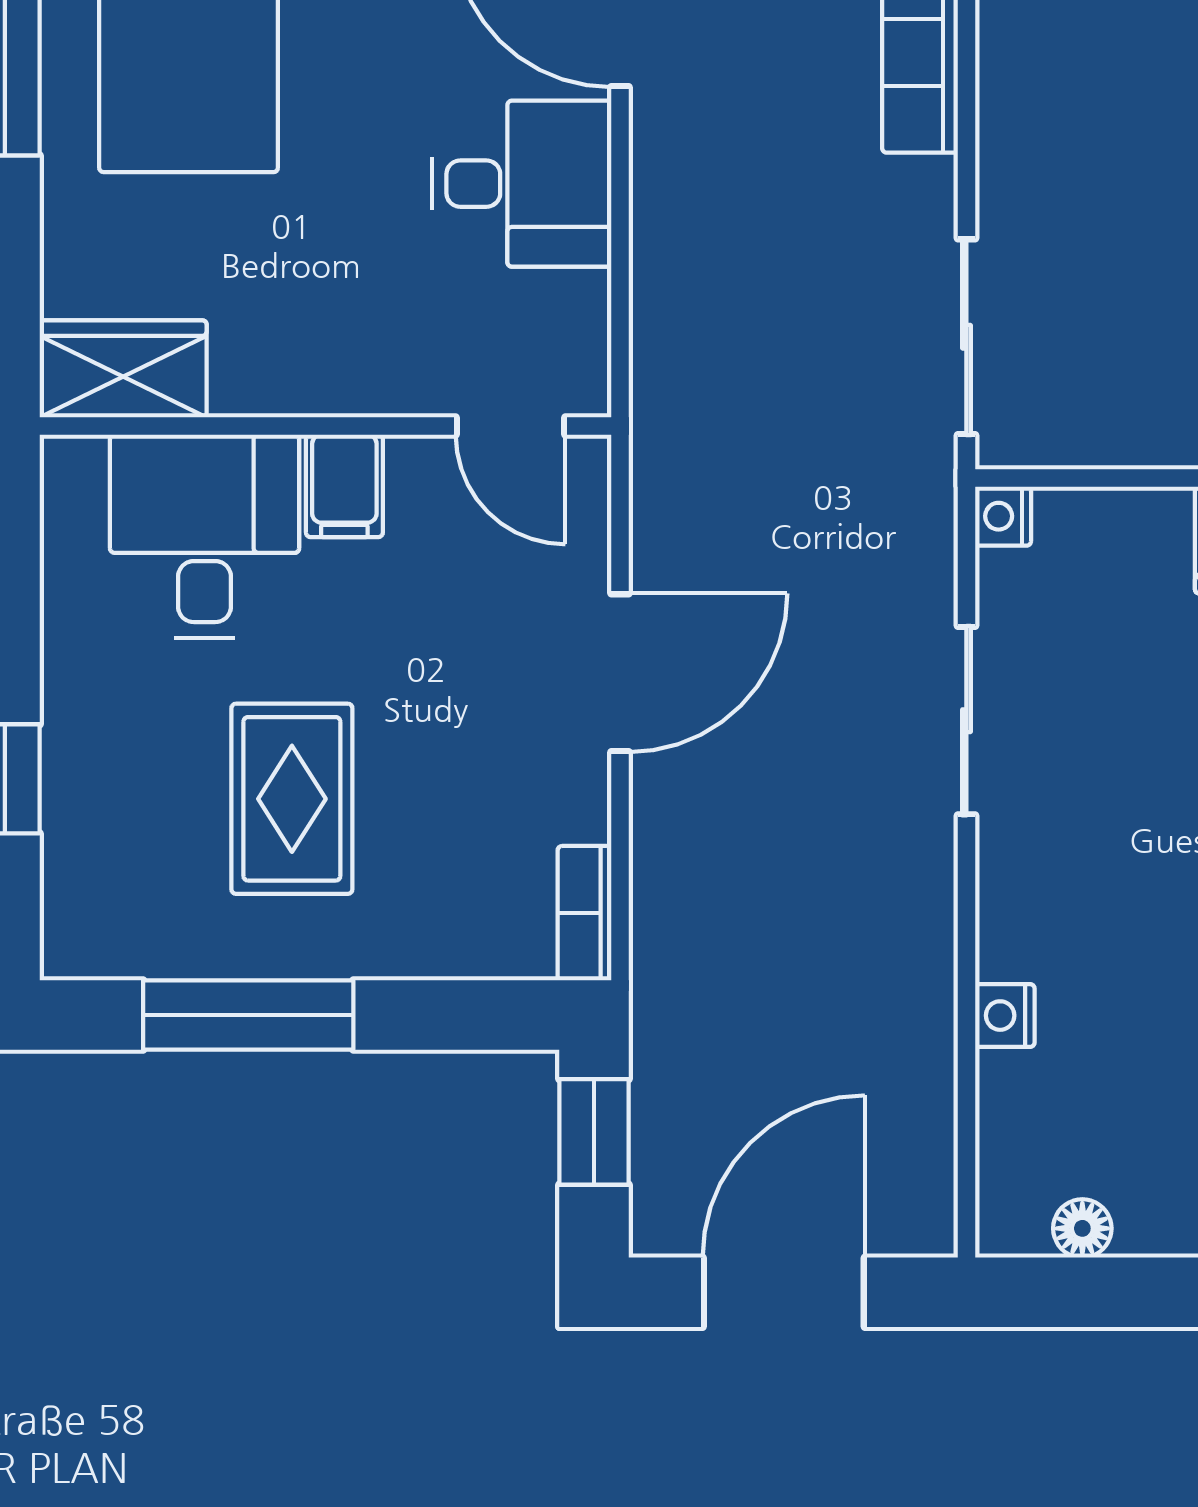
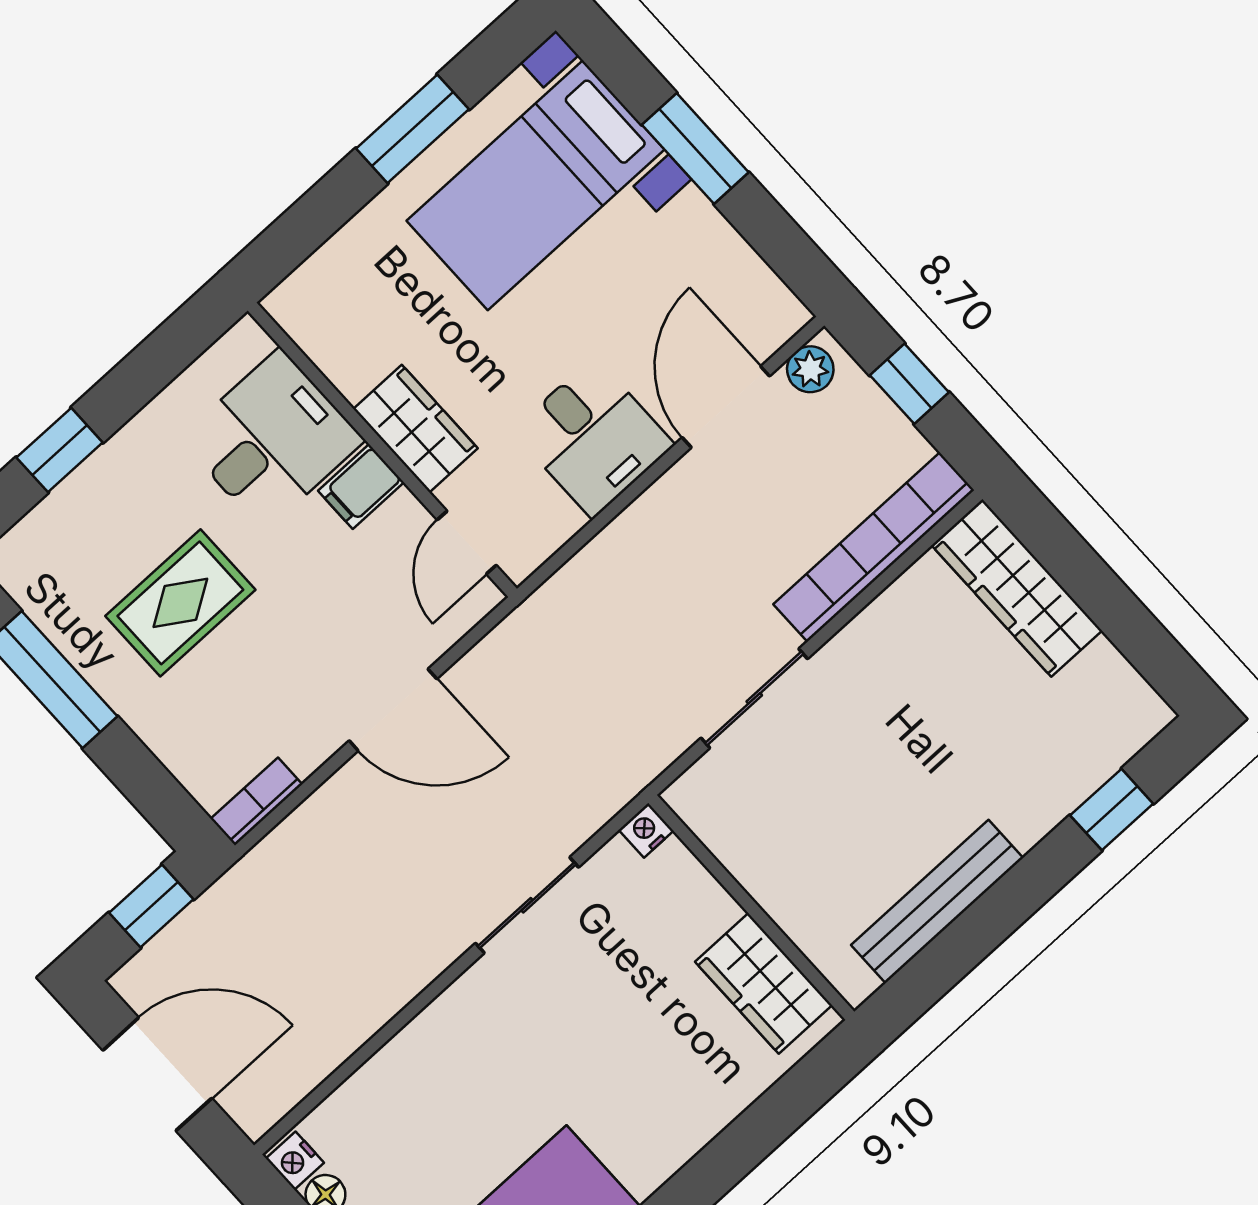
sliding door: (966, 337) -> (754, 698), moved
wardrobe: (123, 369) -> (415, 429), moved
nightstand: (1005, 1016) -> (295, 1161), moved, turned -90

